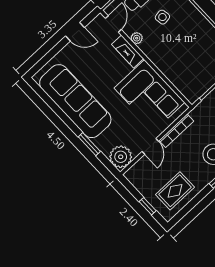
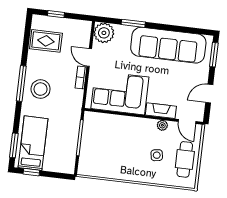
window: (44, 61) -> (214, 55), added
bookcase: (176, 131) -> (81, 77), width x0.64
rug: (175, 191) -> (46, 41), turned 90

